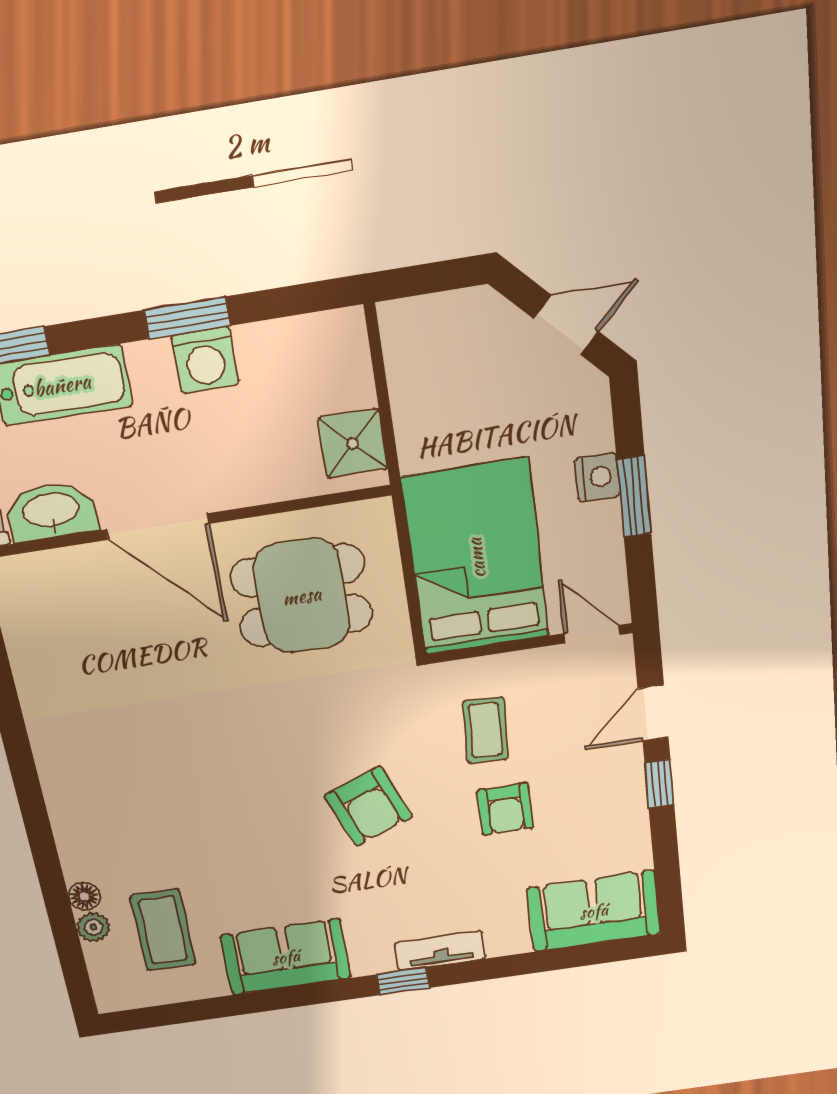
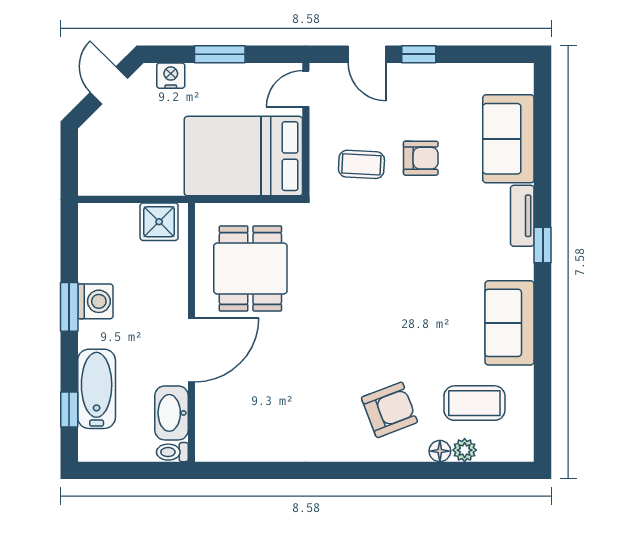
nightstand: (597, 477) -> (171, 76), moved
armchair: (368, 806) -> (389, 410), moved
sofa: (594, 911) -> (508, 139), moved

